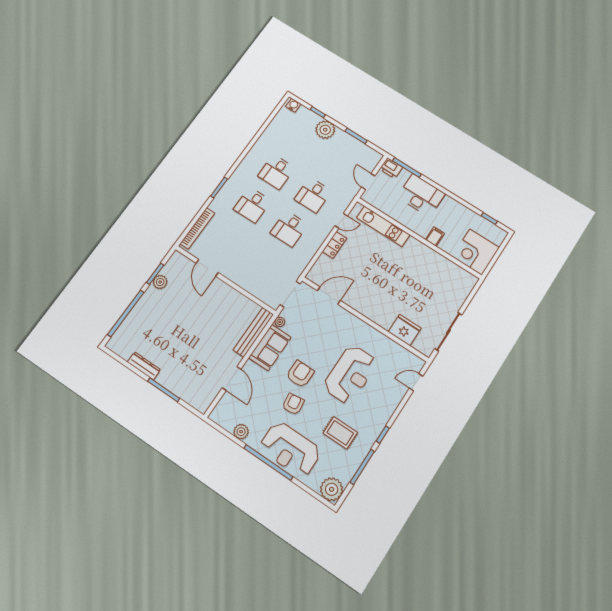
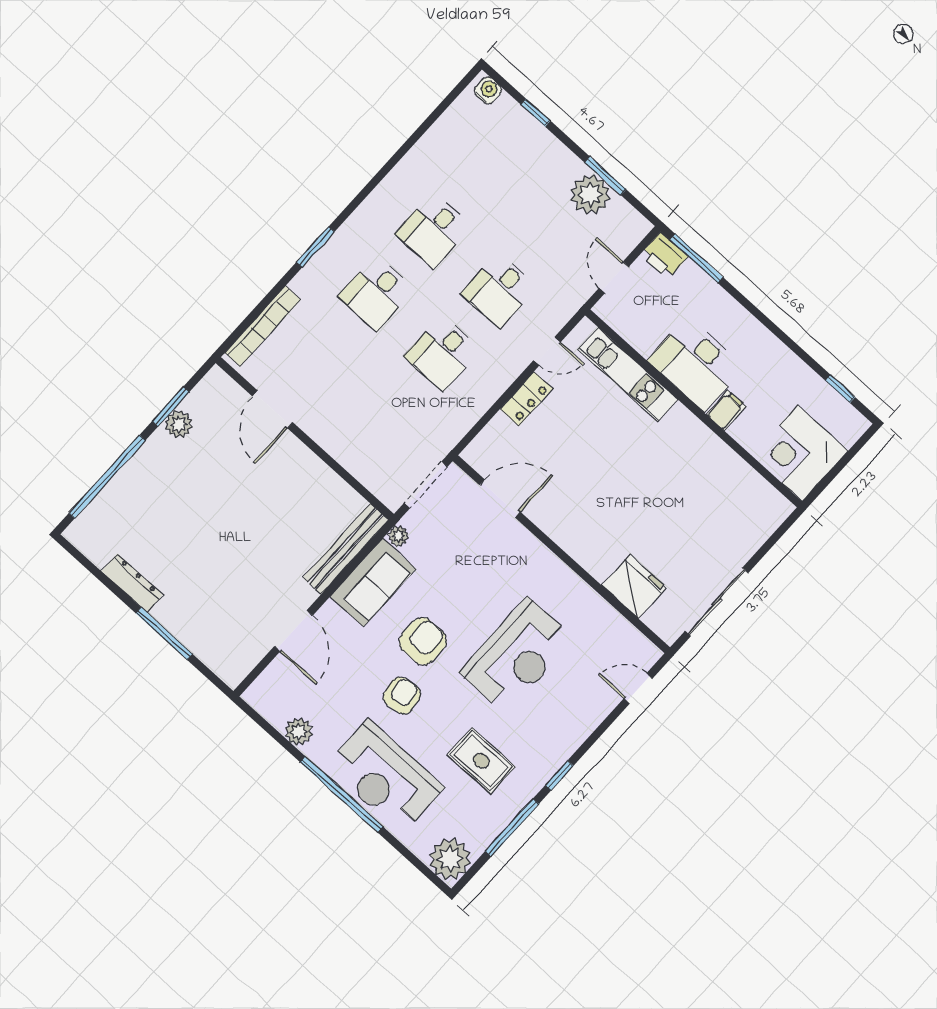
plant: (325, 130) -> (590, 194), moved
desk: (421, 195) -> (696, 364), moved, turned 180

